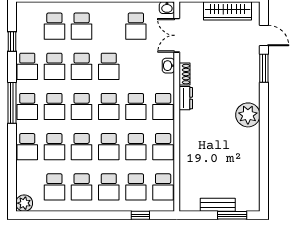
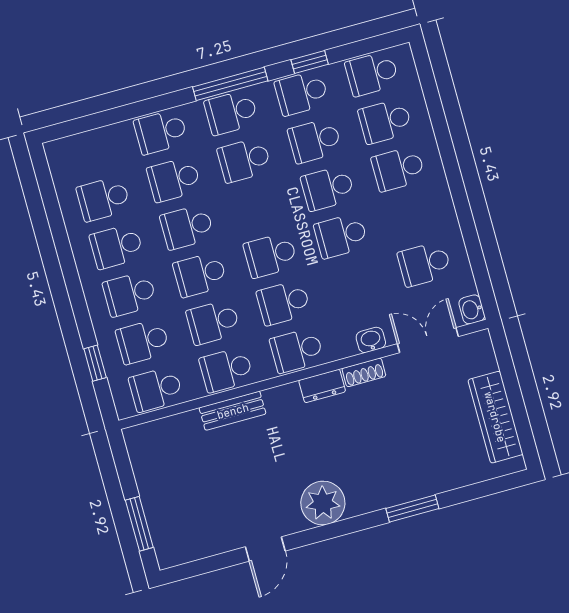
door: (264, 35) -> (265, 549), moved
window: (12, 41) -> (310, 62), moved
school desk: (82, 106) -> (372, 74), moved
plant: (24, 203) -> (60, 154), removed
bench: (218, 205) -> (233, 411), moved, turned 90

